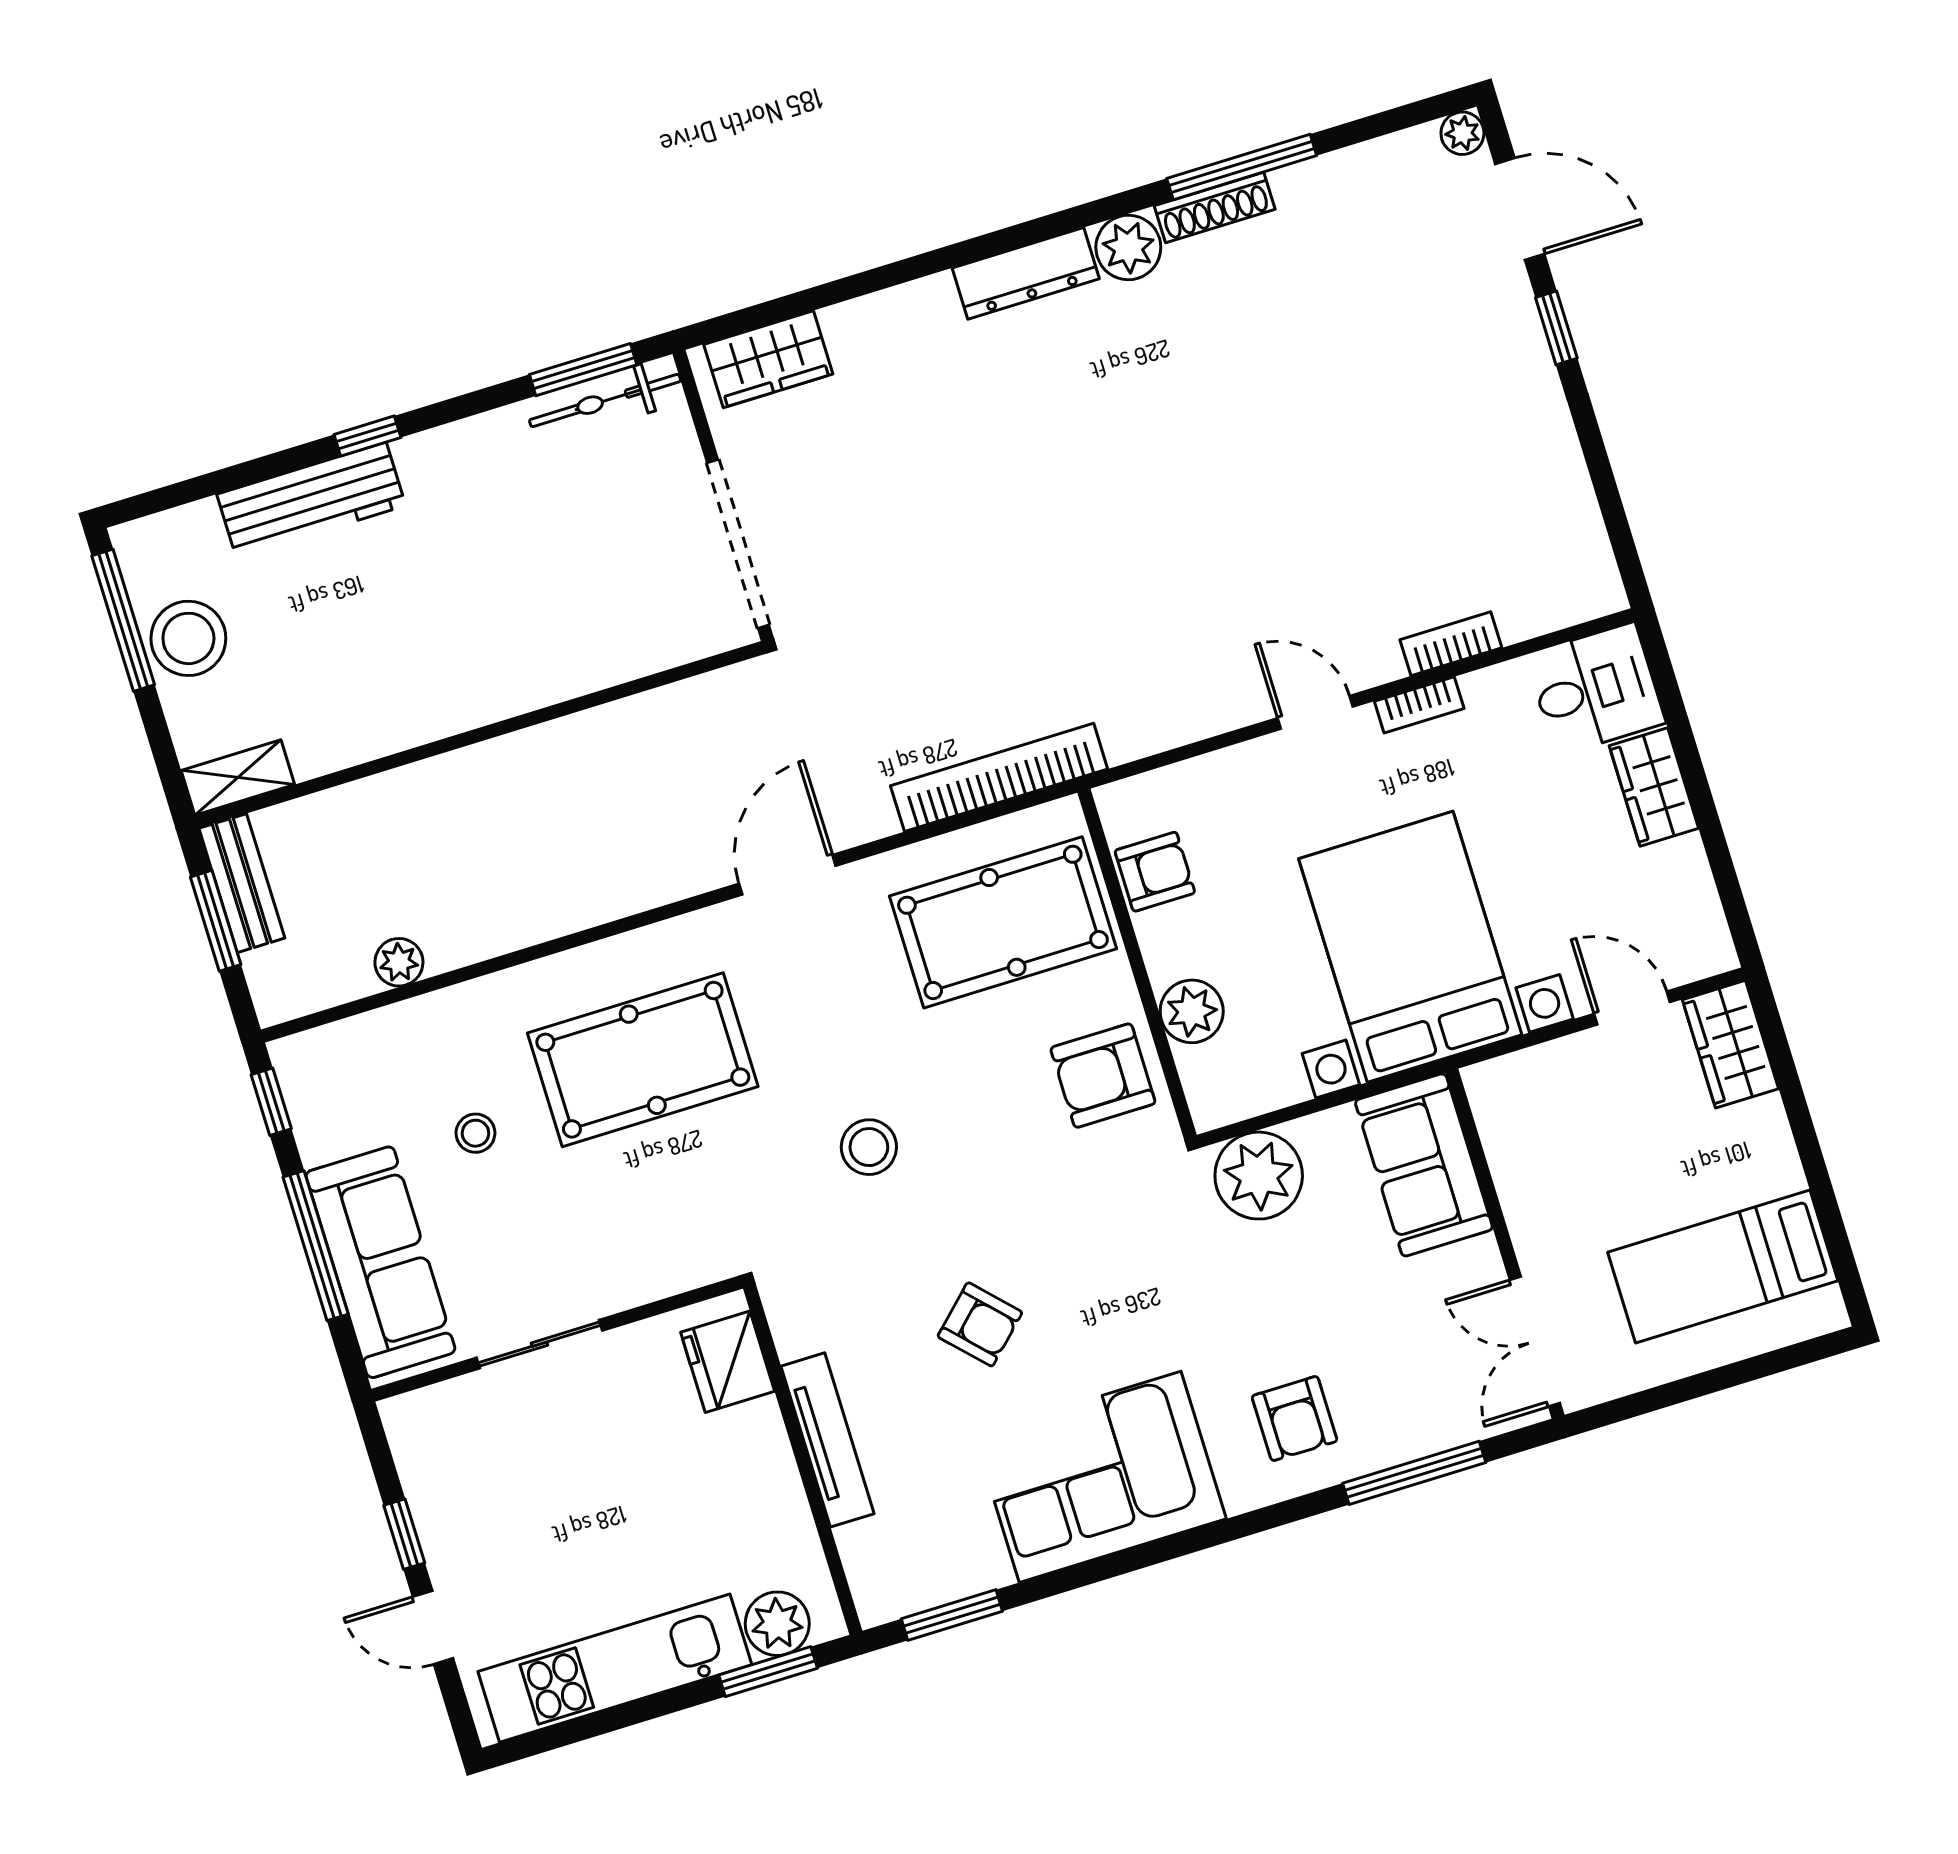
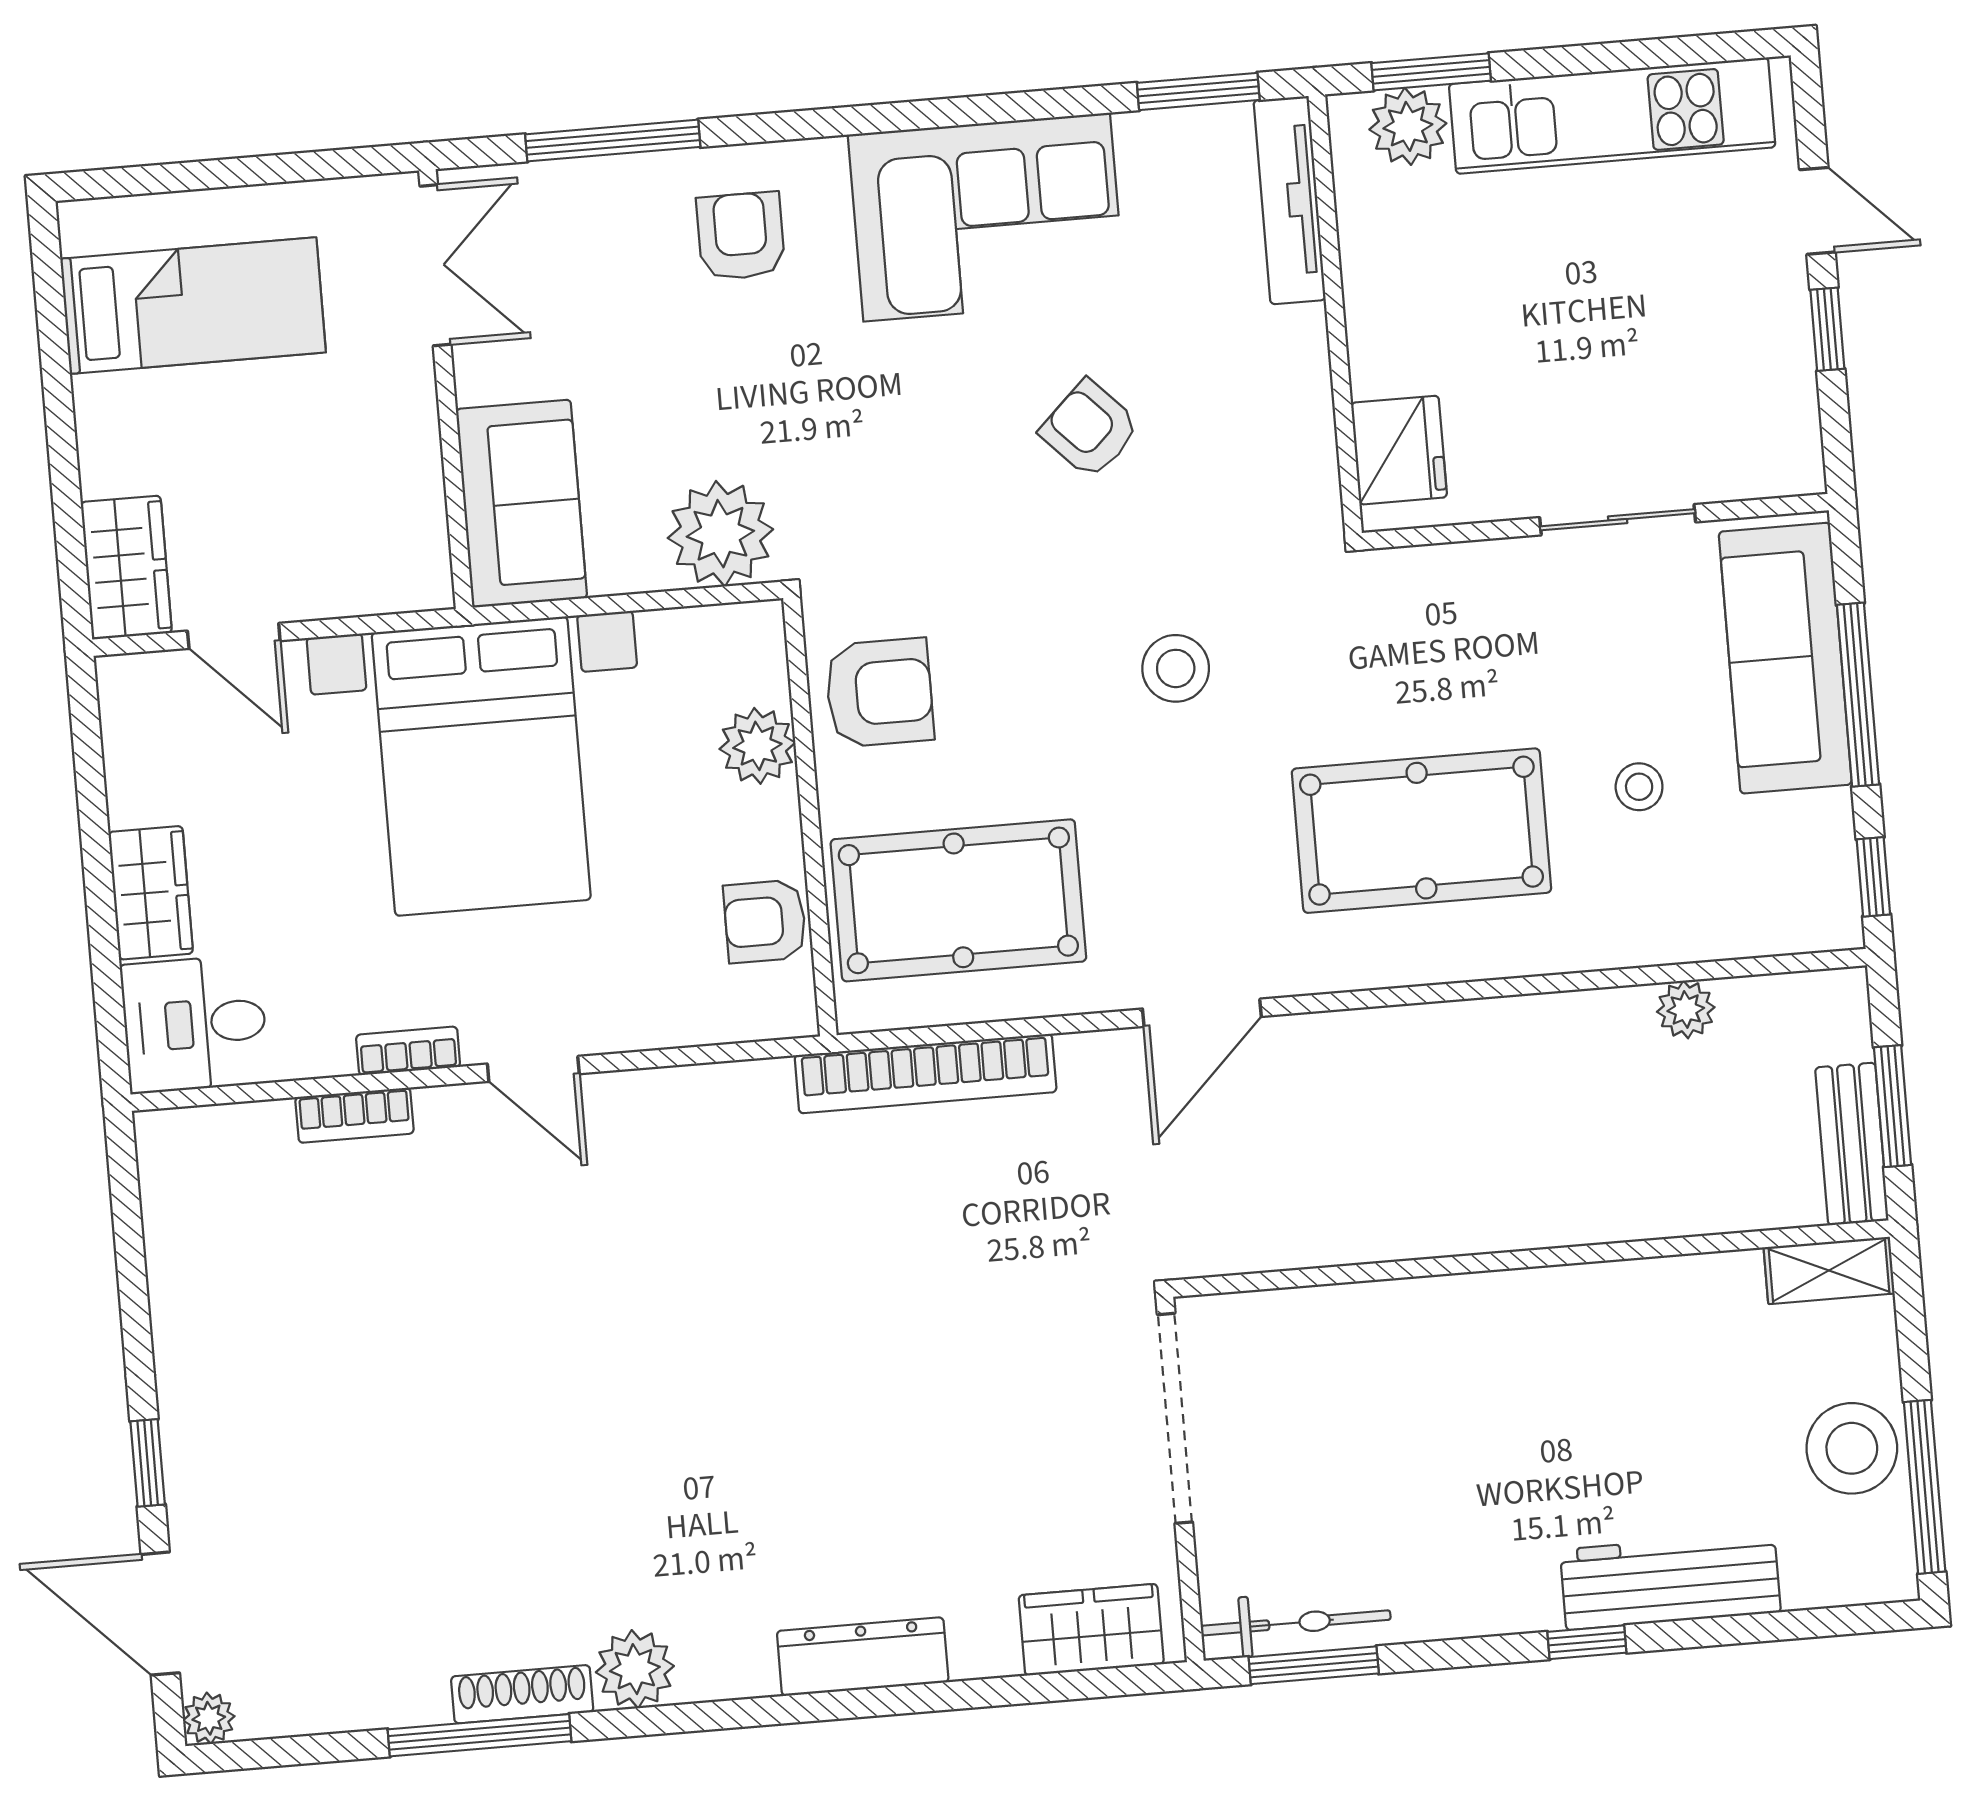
dresser: (1026, 273) -> (863, 1657), moved
tv unit: (828, 1440) -> (1290, 200), moved

